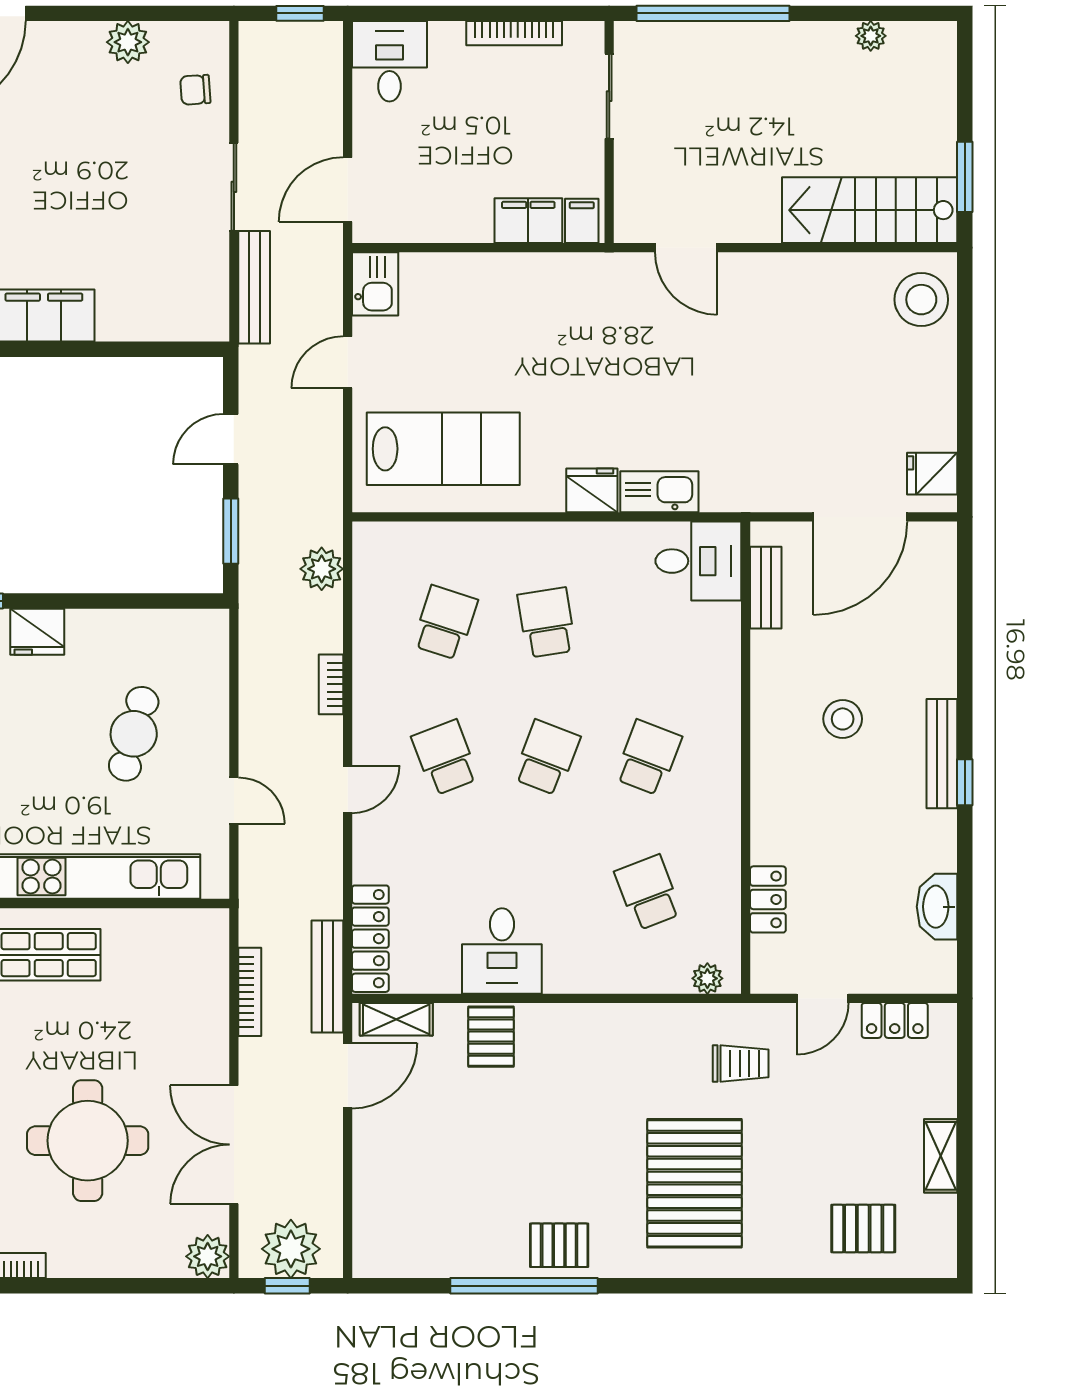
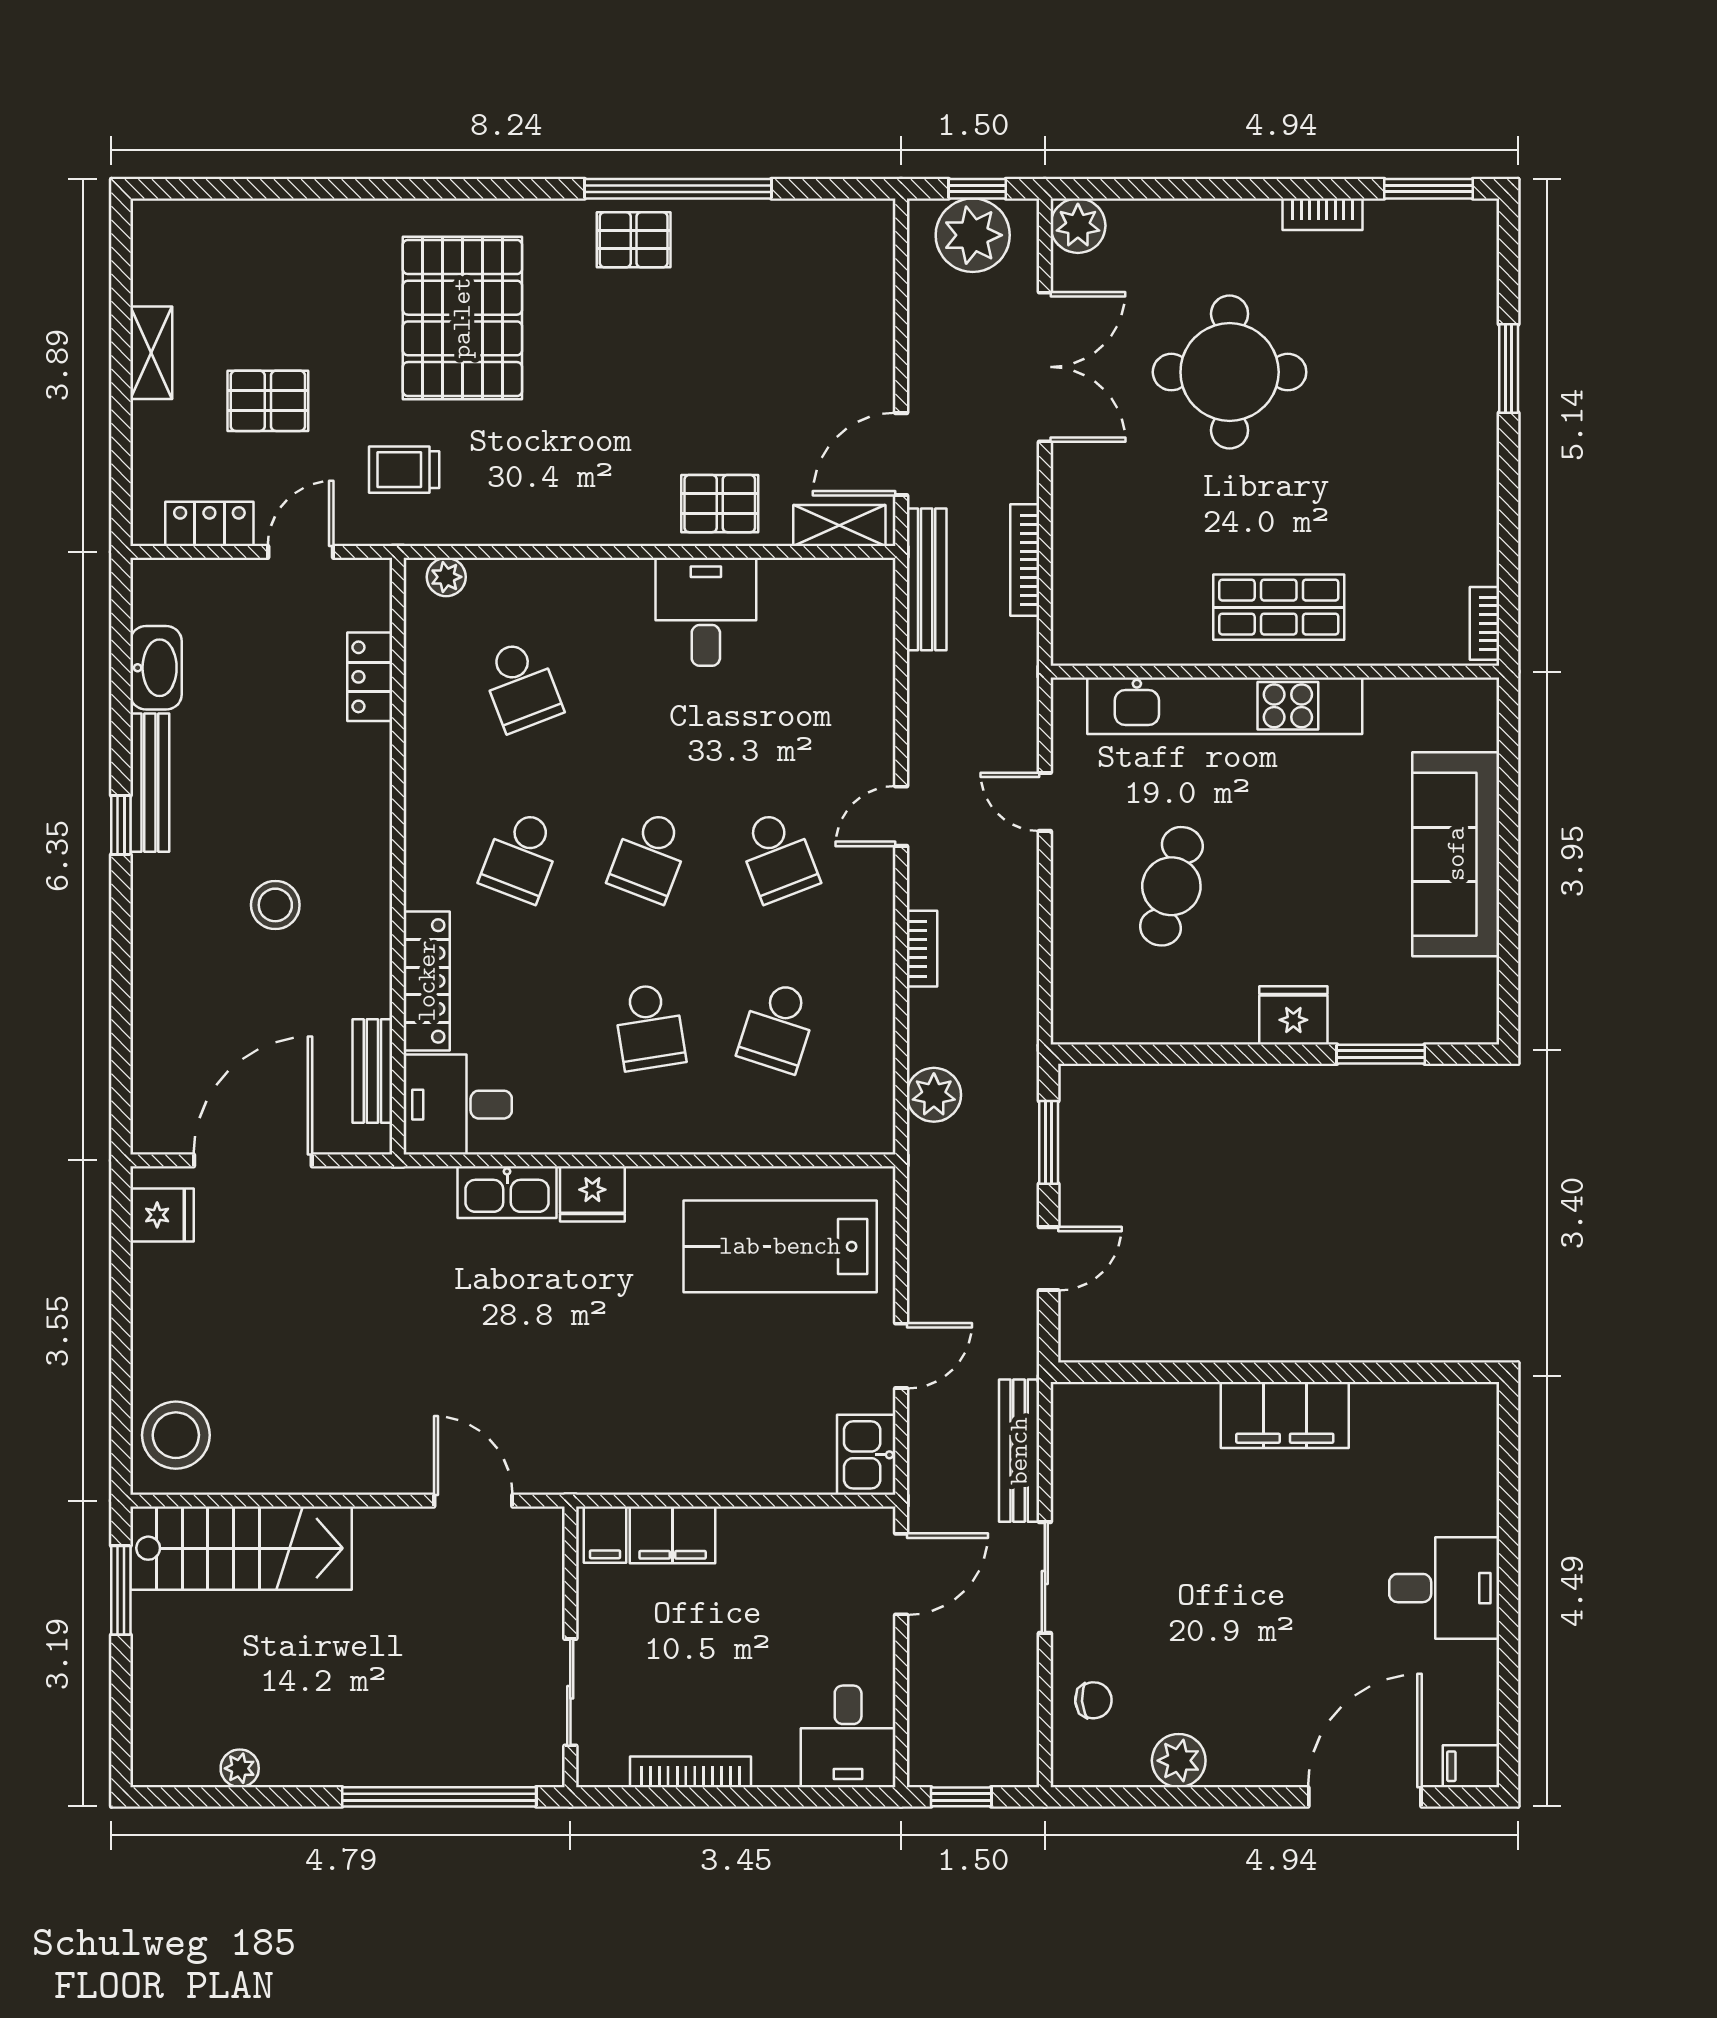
bench: (942, 754) -> (150, 783), moved
locker: (370, 939) -> (427, 981), moved, turned 180
pallet: (491, 1037) -> (720, 504), turned 90
pallet: (863, 1229) -> (268, 401), moved

